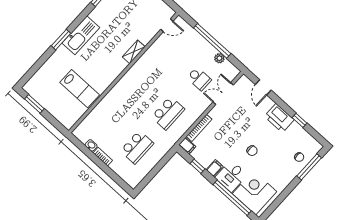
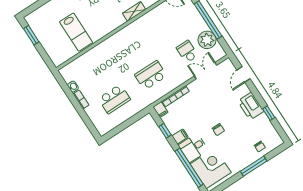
plant: (219, 58) -> (207, 40), width x1.88, depth x1.88
school desk: (199, 79) -> (187, 52), turned 180
school desk: (168, 113) -> (151, 75), turned 180
window: (309, 167) -> (254, 166), moved

